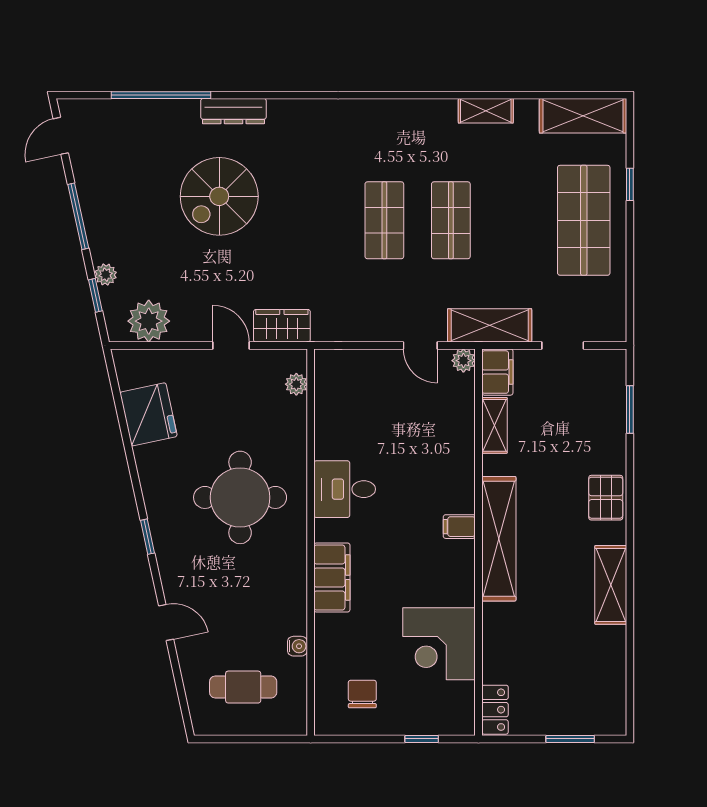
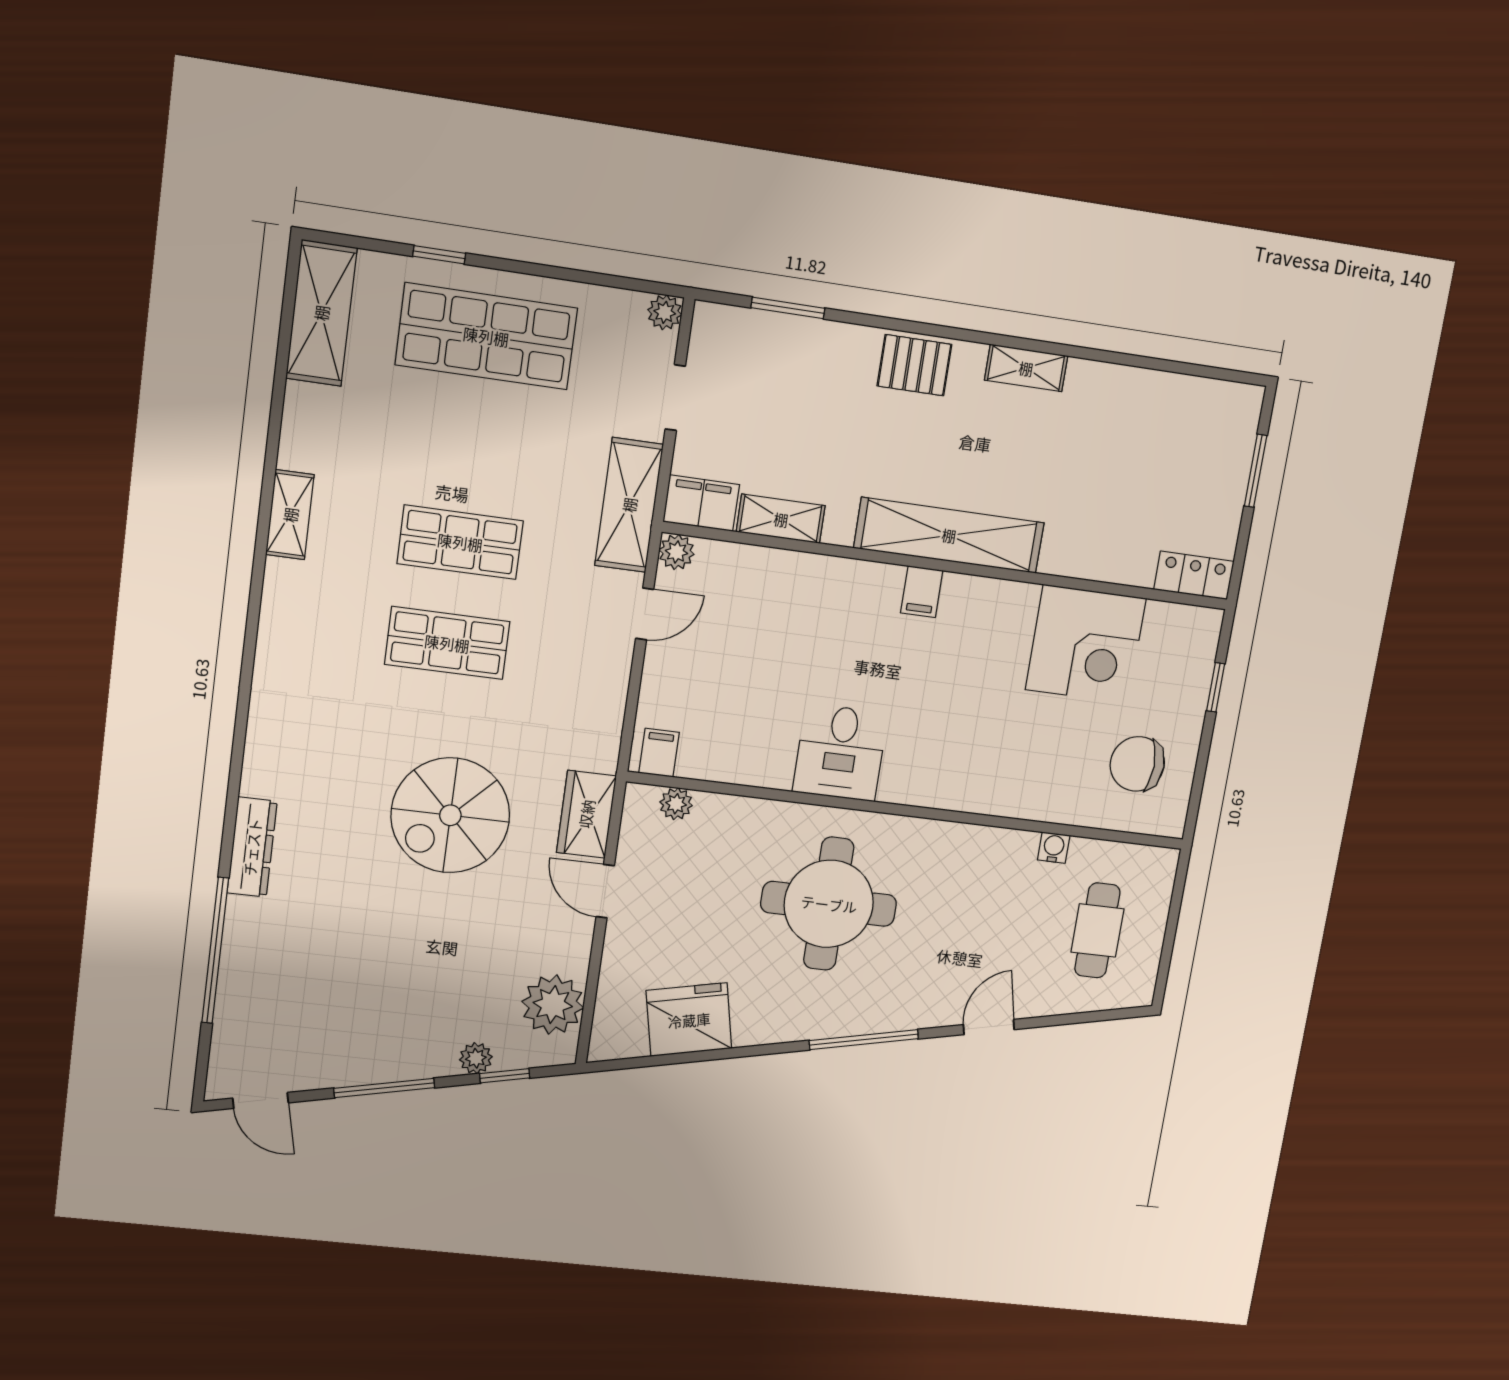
shelving: (486, 111) -> (290, 515), moved
spiral stairs: (219, 196) -> (450, 815), moved, turned 90
plant: (615, 331) -> (665, 312), added
door: (231, 345) -> (605, 891), hinge flipped
window: (147, 537) -> (864, 1040), width x2.17
filing cabinet: (332, 577) -> (659, 753), moved, width x0.33, depth x0.86
shelving: (611, 585) -> (1026, 368), width x0.67, depth x0.75
chair: (362, 694) -> (1137, 764), width x1.37, depth x1.37

